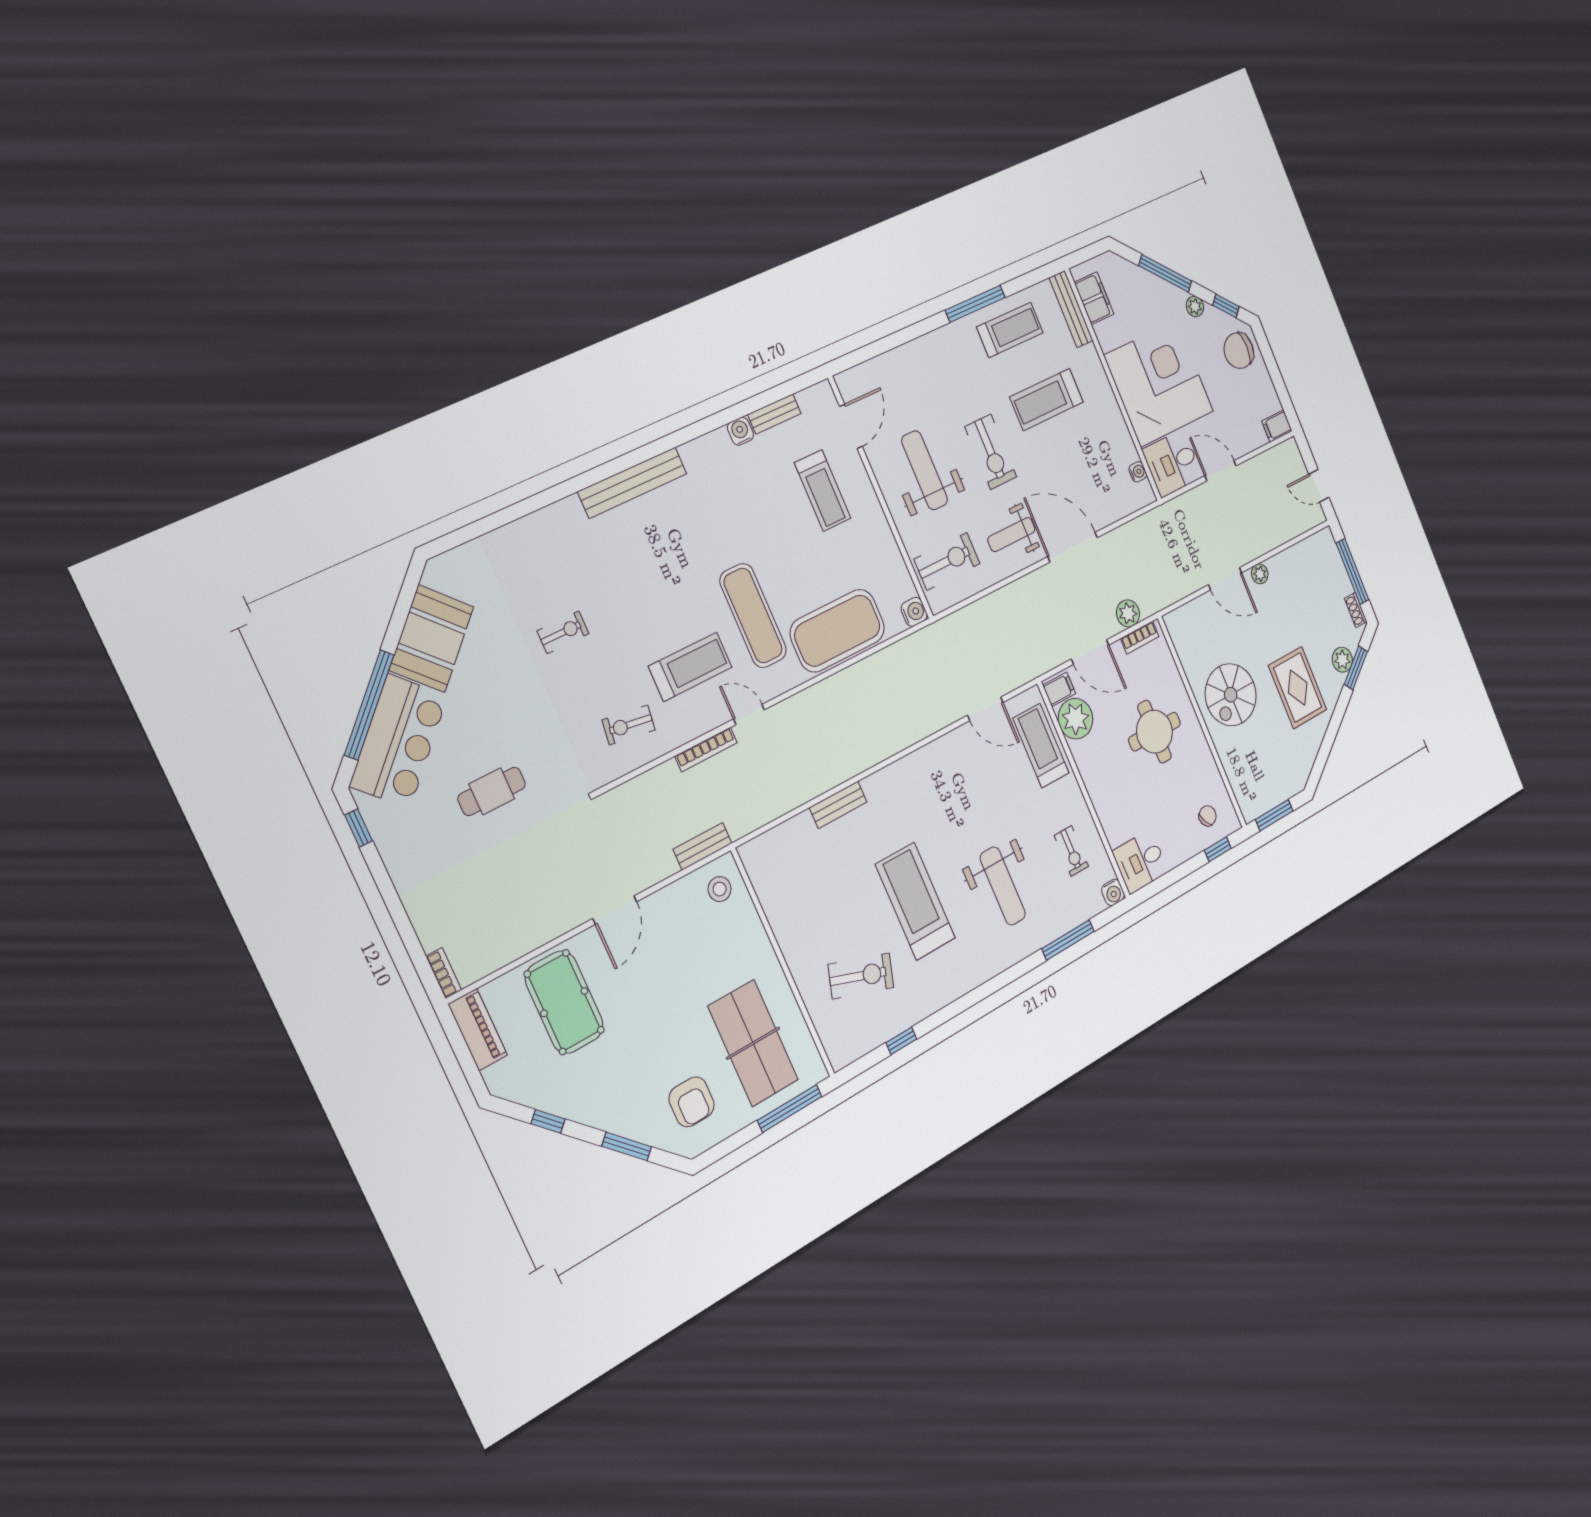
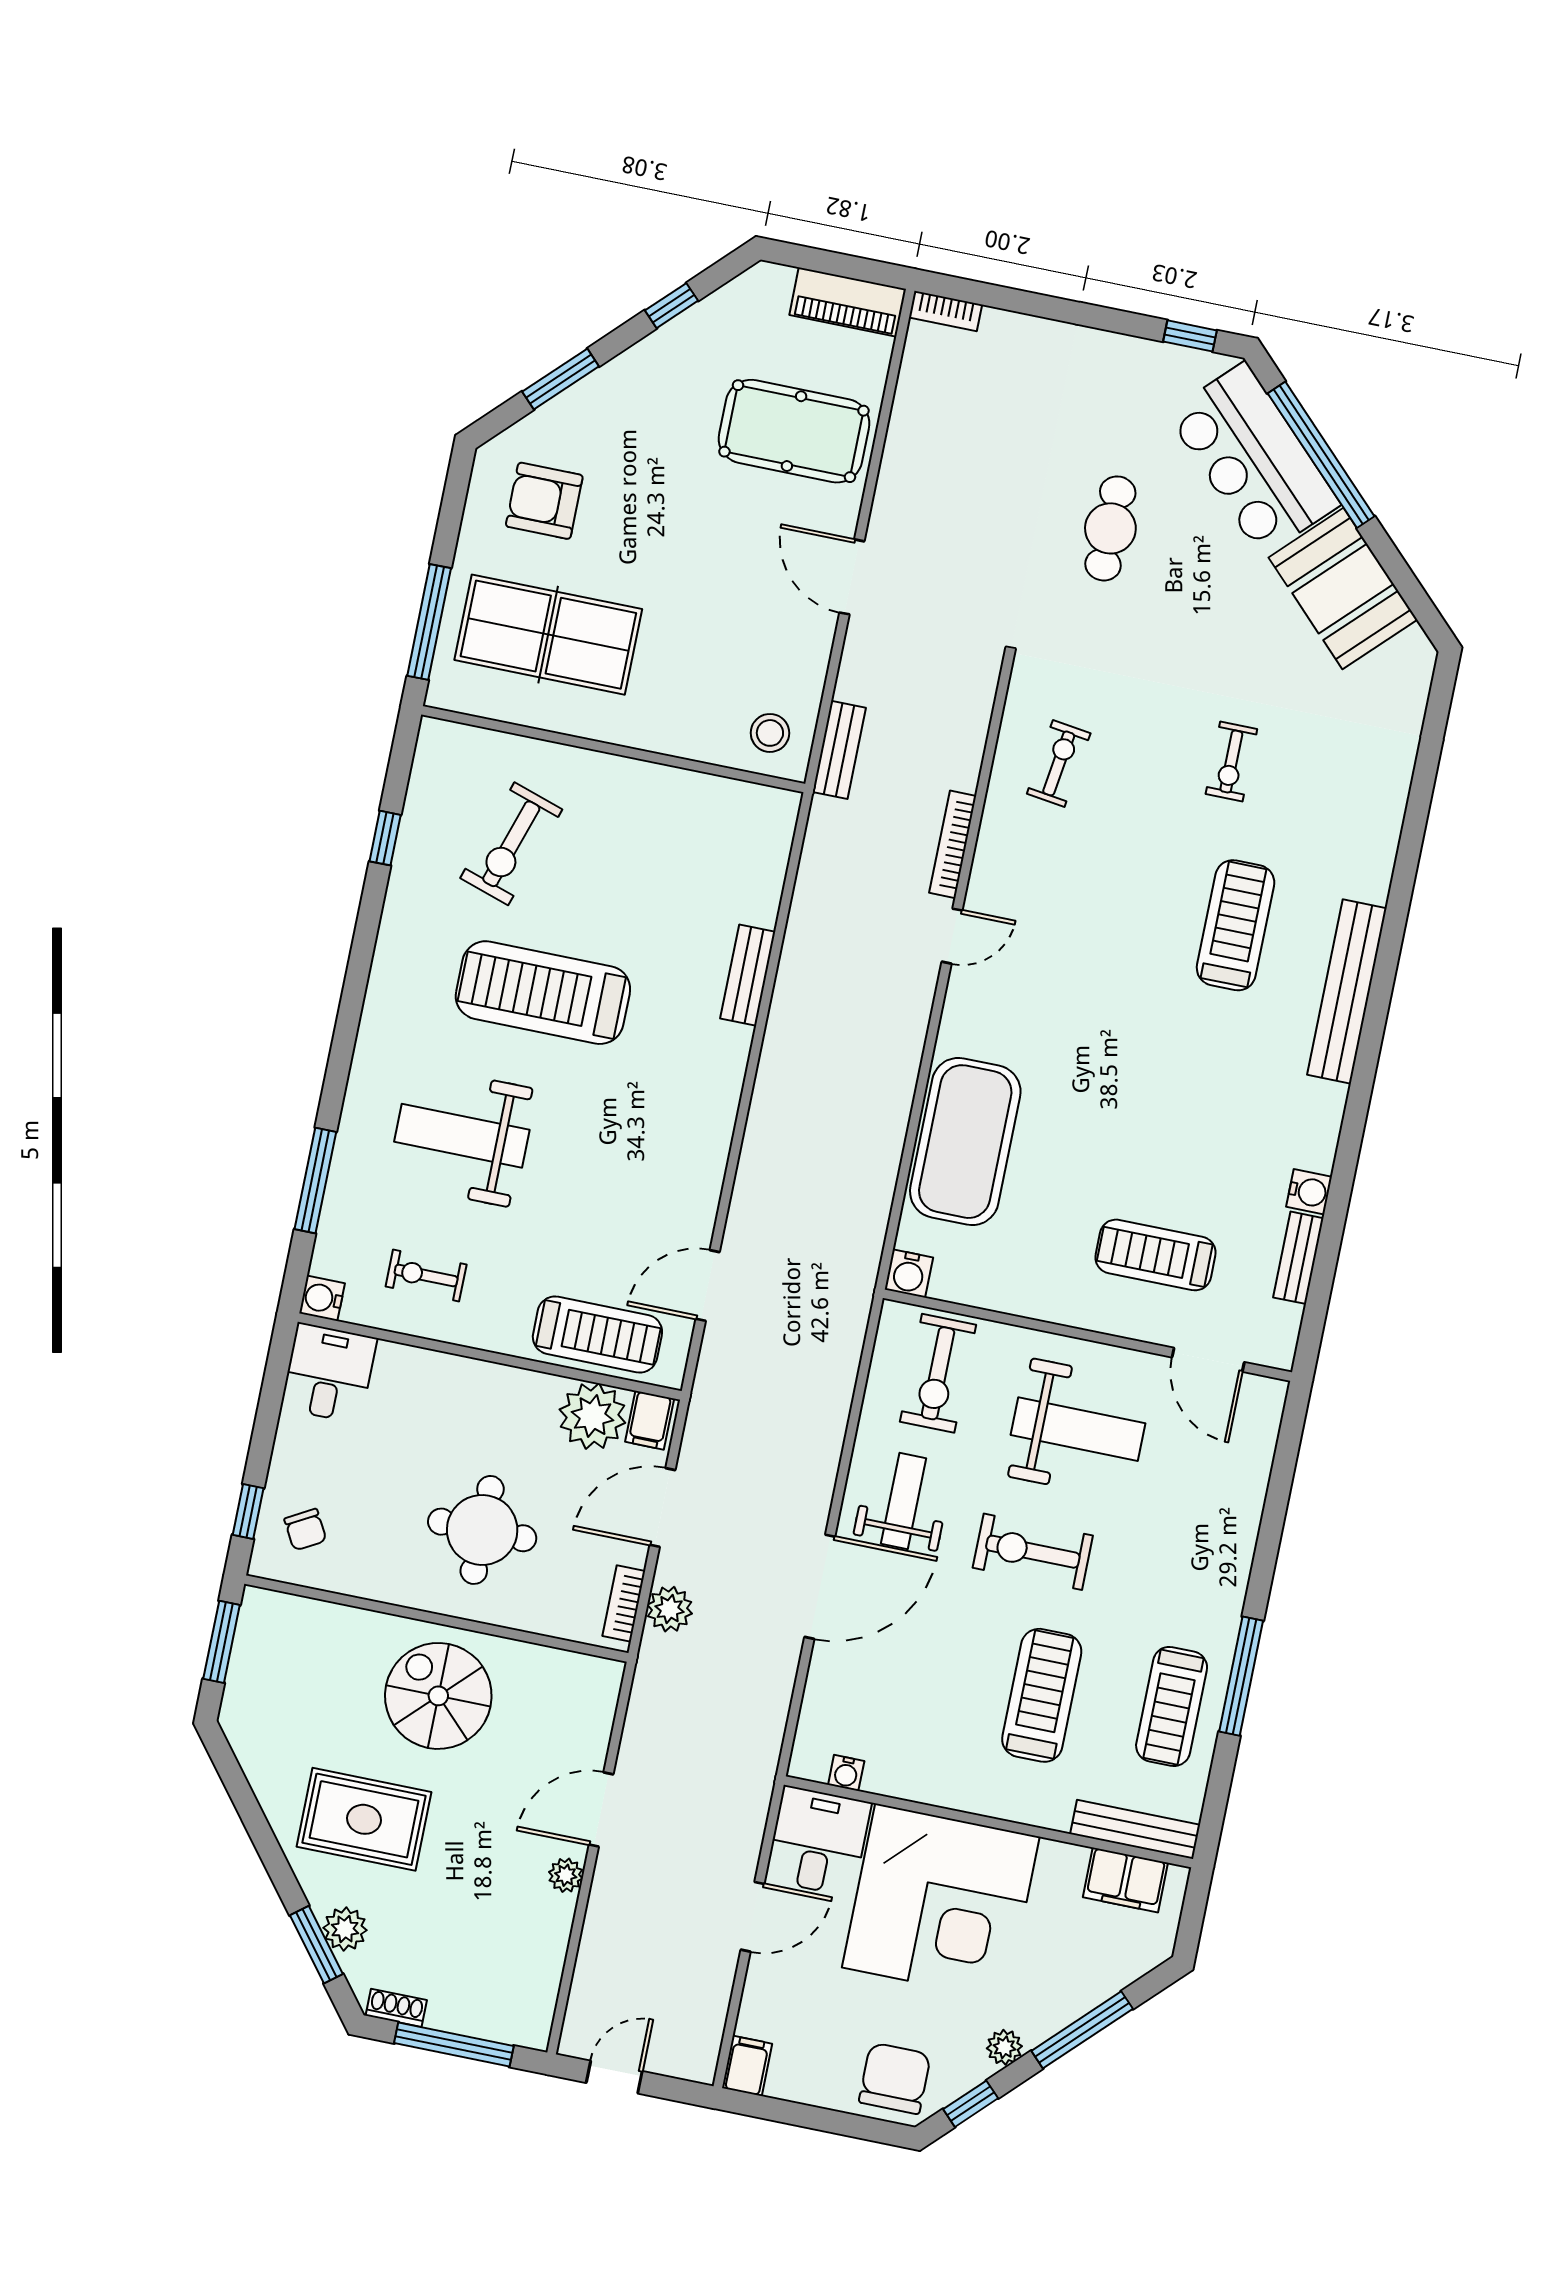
exercise mat: (753, 616) -> (1069, 1035), removed
treadmill: (690, 667) -> (1236, 925), moved, turned 180
treadmill: (915, 901) -> (543, 993), turned 180

